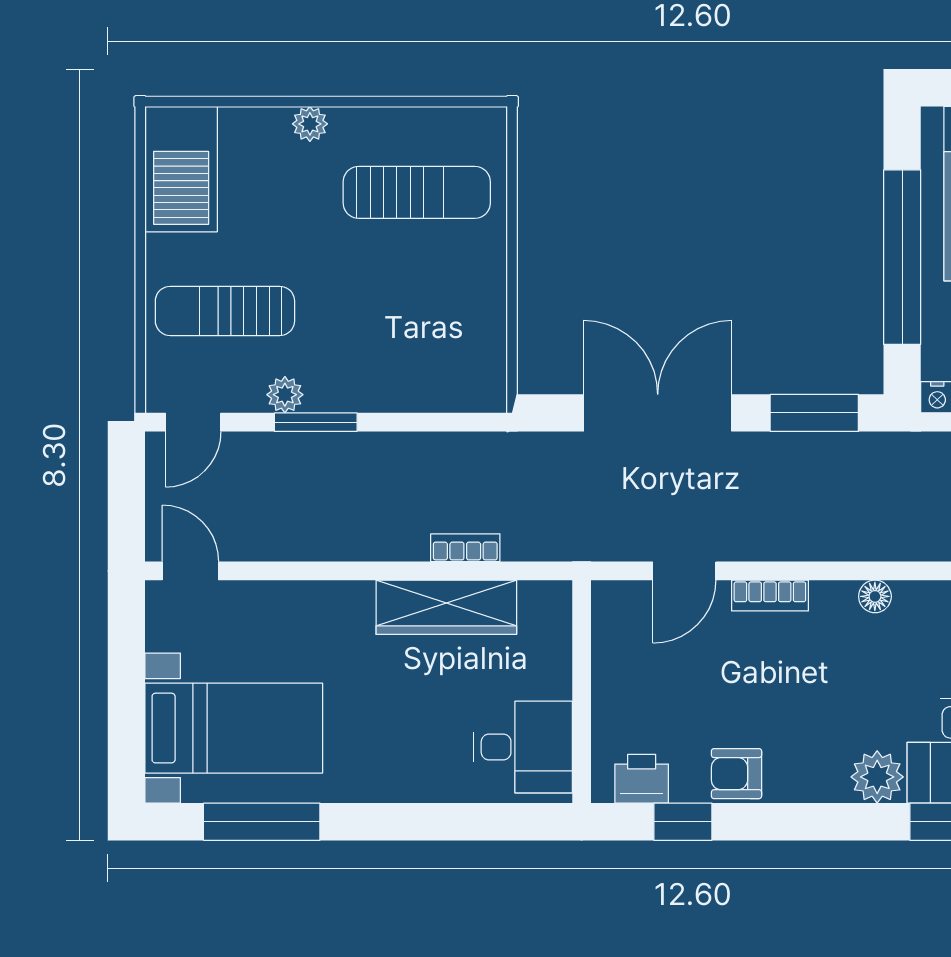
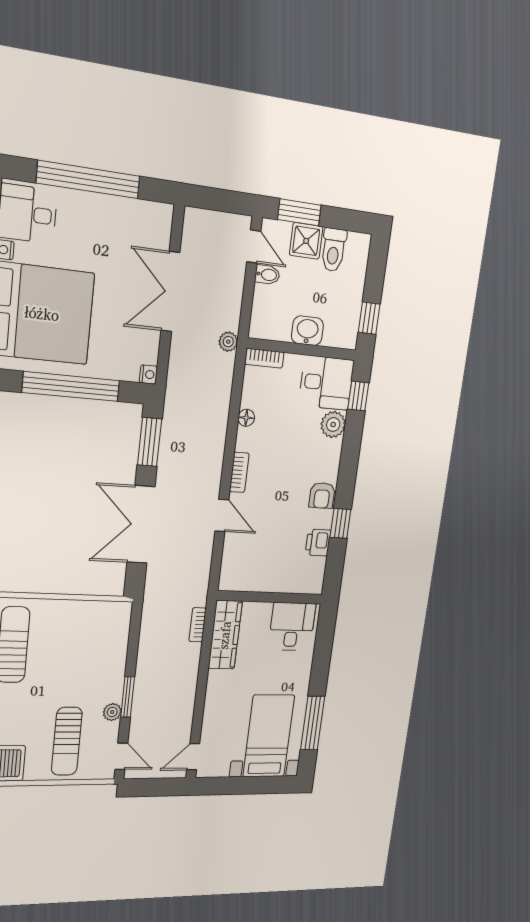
wall: (582, 692) -> (270, 597), moved
desk: (523, 747) -> (292, 627), moved

